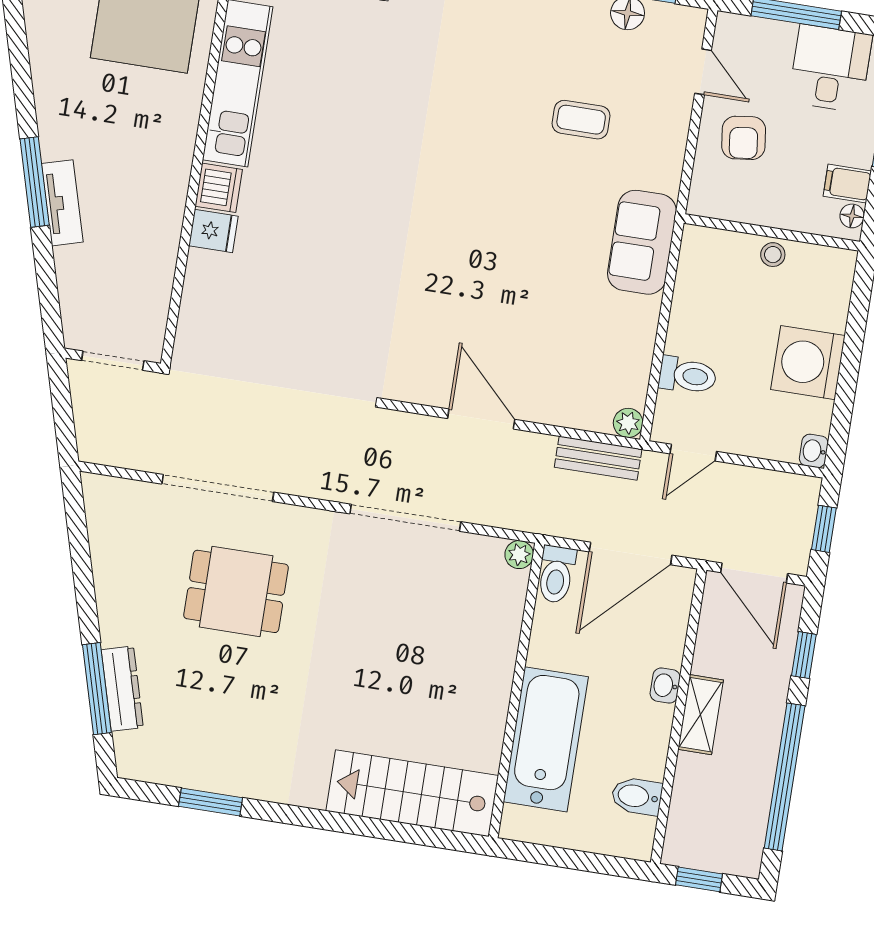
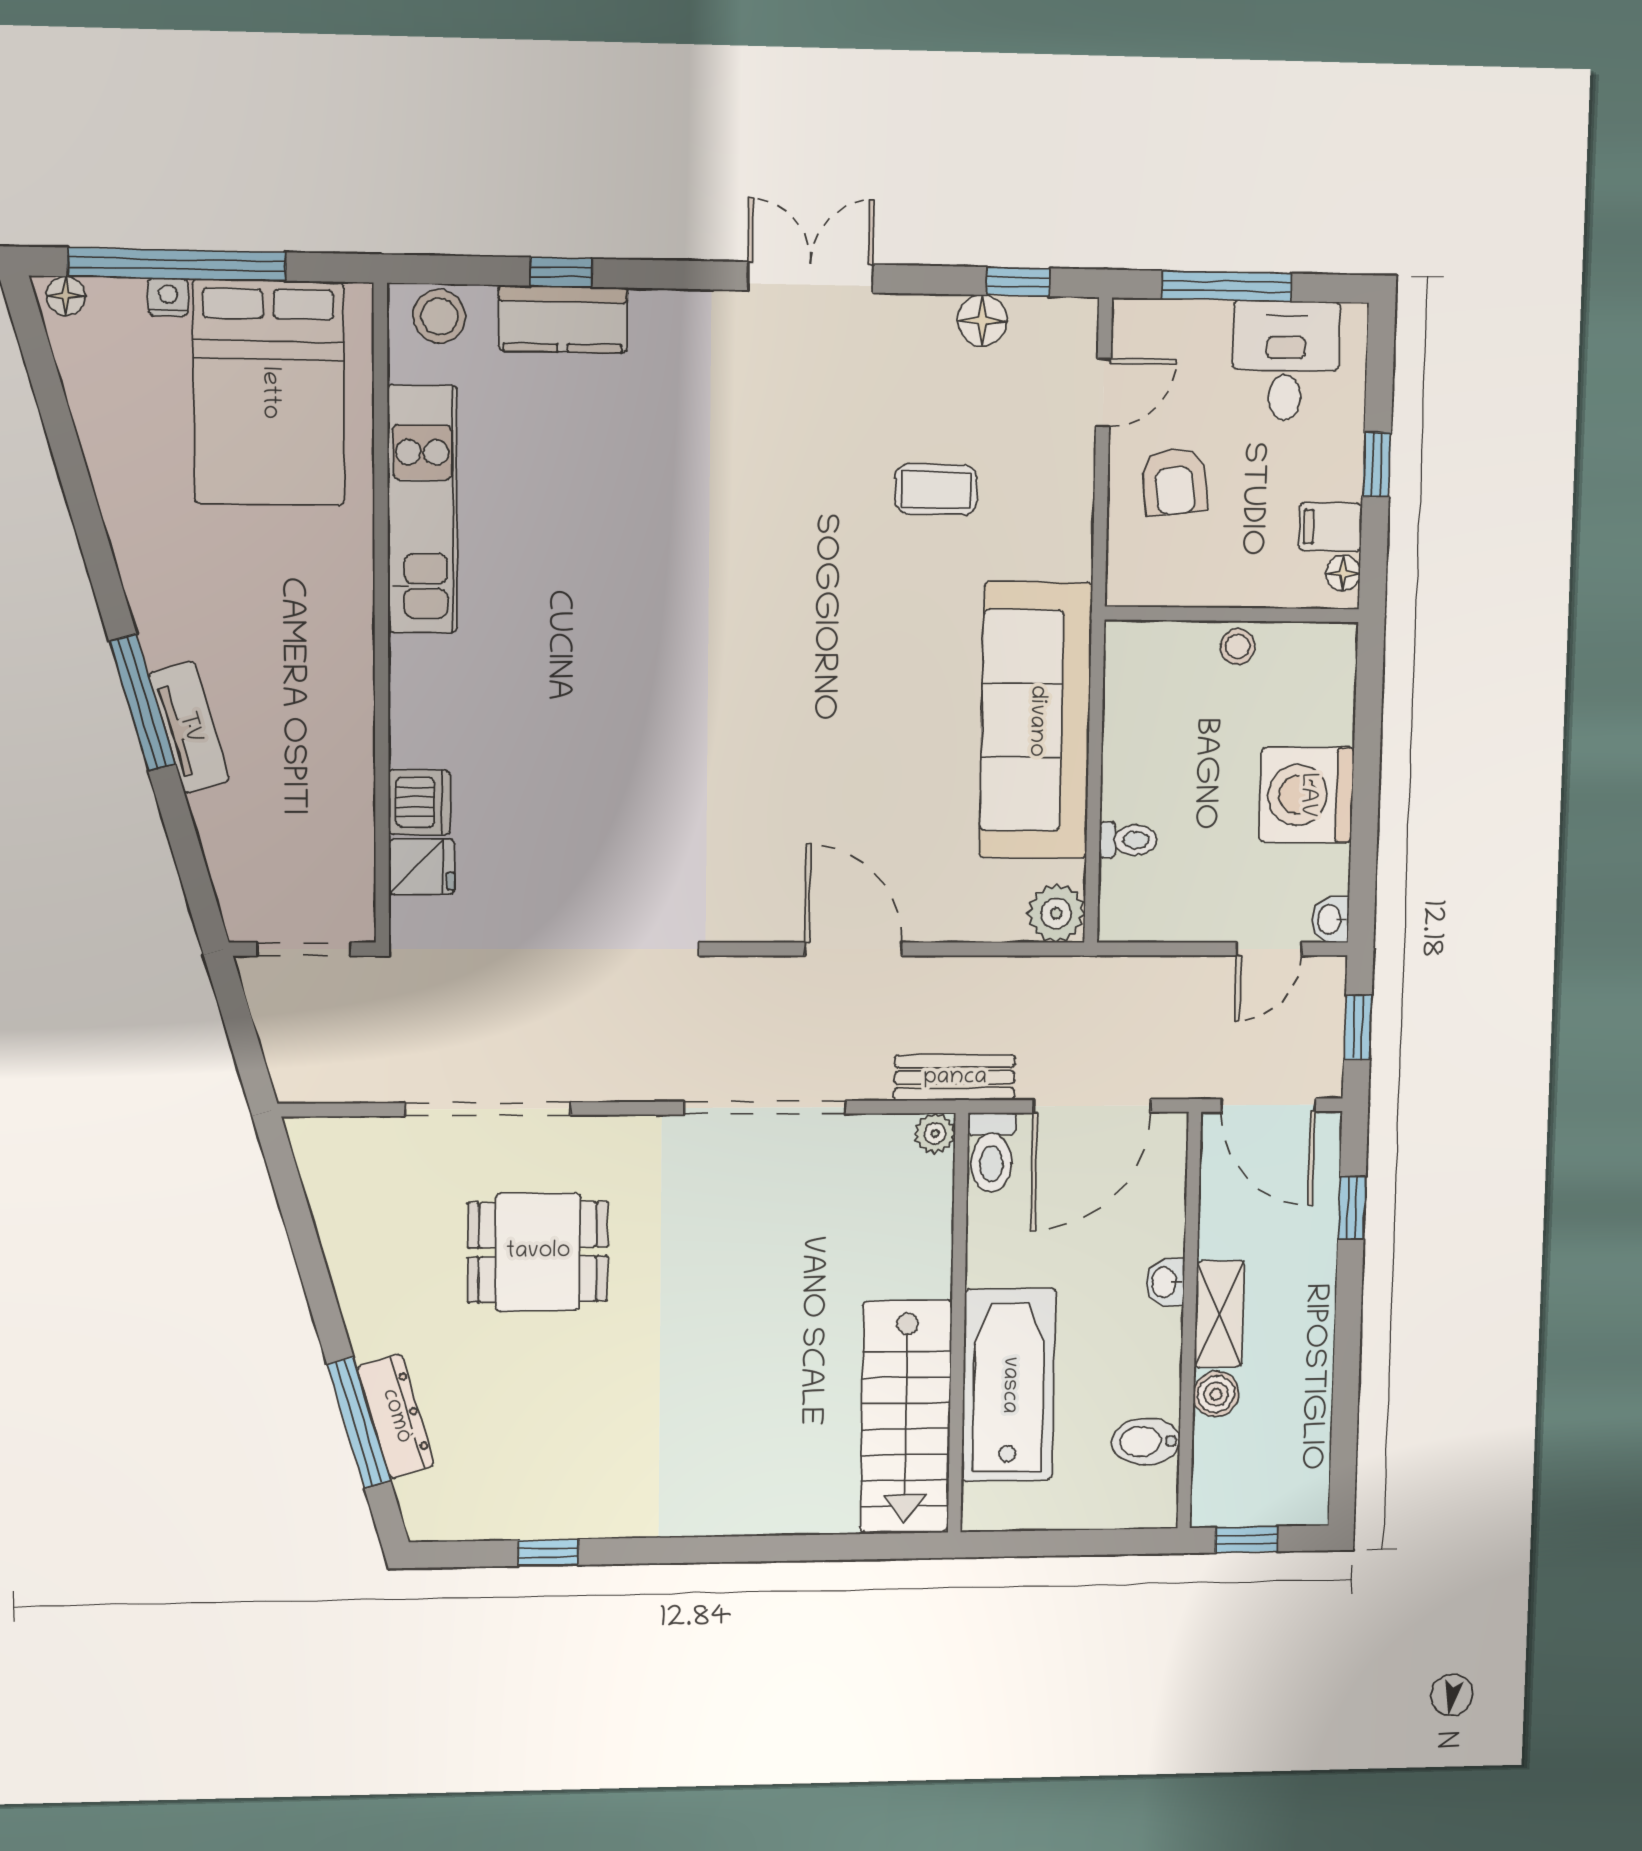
door: (703, 72) -> (1103, 393), hinge flipped
dishwasher: (219, 188) -> (419, 802), moved
fridge: (213, 231) -> (422, 867), moved
sofa: (642, 242) -> (1036, 721), width x1.85, depth x1.27
toilet: (688, 375) -> (1128, 840), width x0.73, depth x0.72
plant: (628, 423) -> (1056, 913), width x1.38, depth x1.38
door: (693, 453) -> (1269, 949), moved
bench: (598, 458) -> (955, 1078), moved
boiler: (691, 771) -> (1216, 1394), added
window: (785, 777) -> (1346, 1380), removed
stairs: (412, 793) -> (906, 1416), moved, turned -90
window: (211, 802) -> (548, 1553), width x0.67

